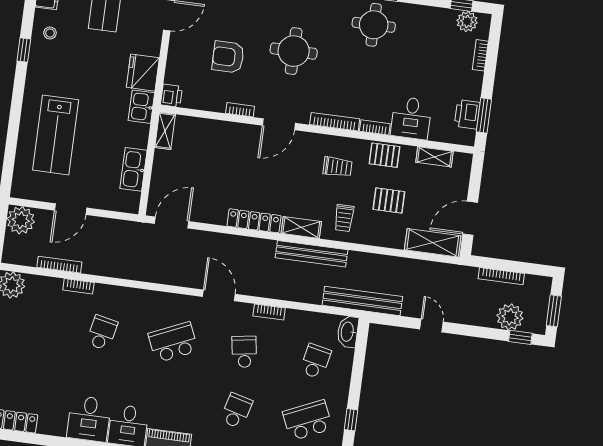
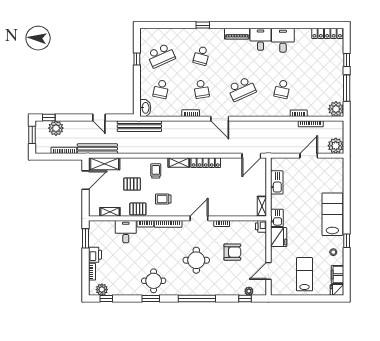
printer: (467, 114) -> (95, 255), moved
lab bench: (56, 135) -> (332, 214), moved
bench: (312, 254) -> (97, 149), moved

